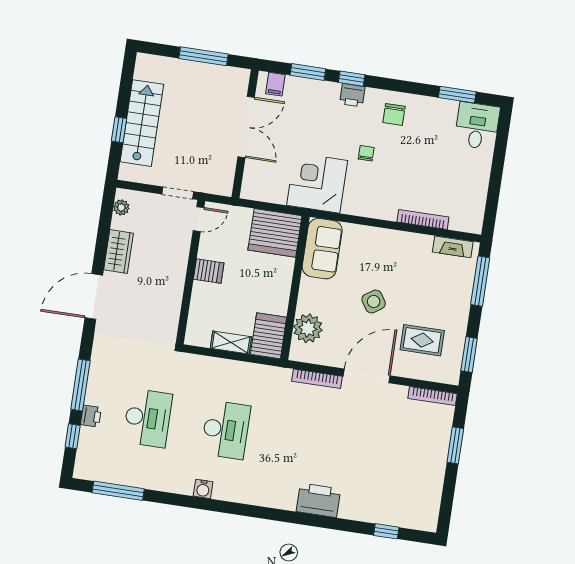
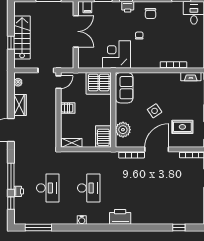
shelving: (231, 343) -> (72, 143), moved
printer: (318, 500) -> (120, 217), moved

